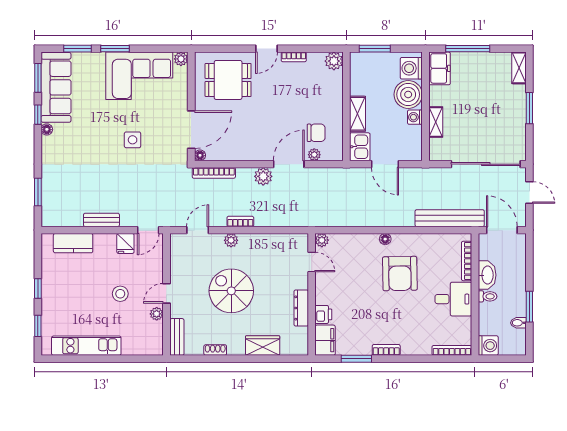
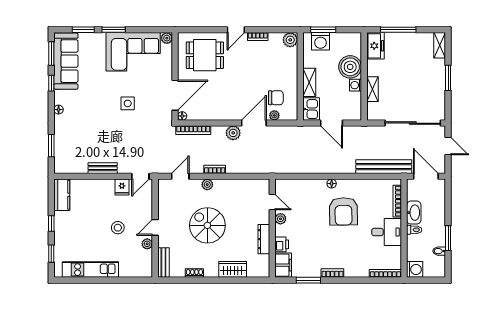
washing machine: (411, 68) -> (321, 41), moved, turned -90
floor lamp: (47, 129) -> (59, 110), moved
plant: (322, 240) -> (280, 219), moved
kitchen counter: (73, 243) -> (62, 195), moved, turned -90

